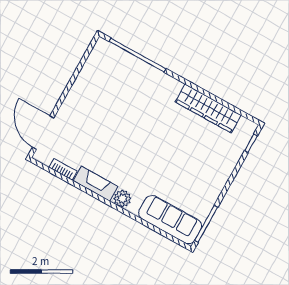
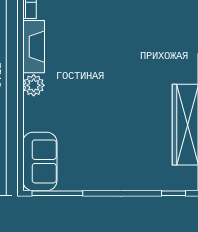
sofa: (170, 220) -> (40, 161), width x0.73

